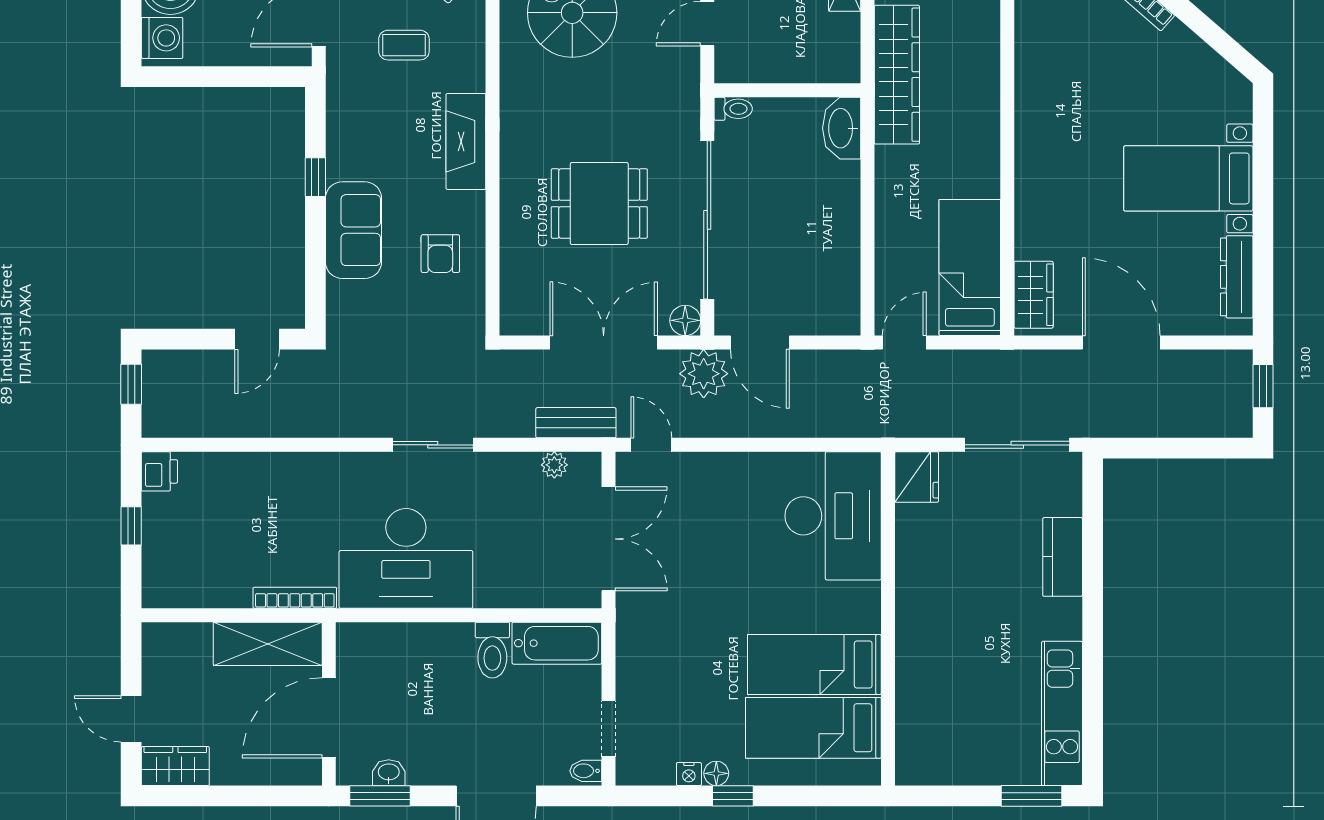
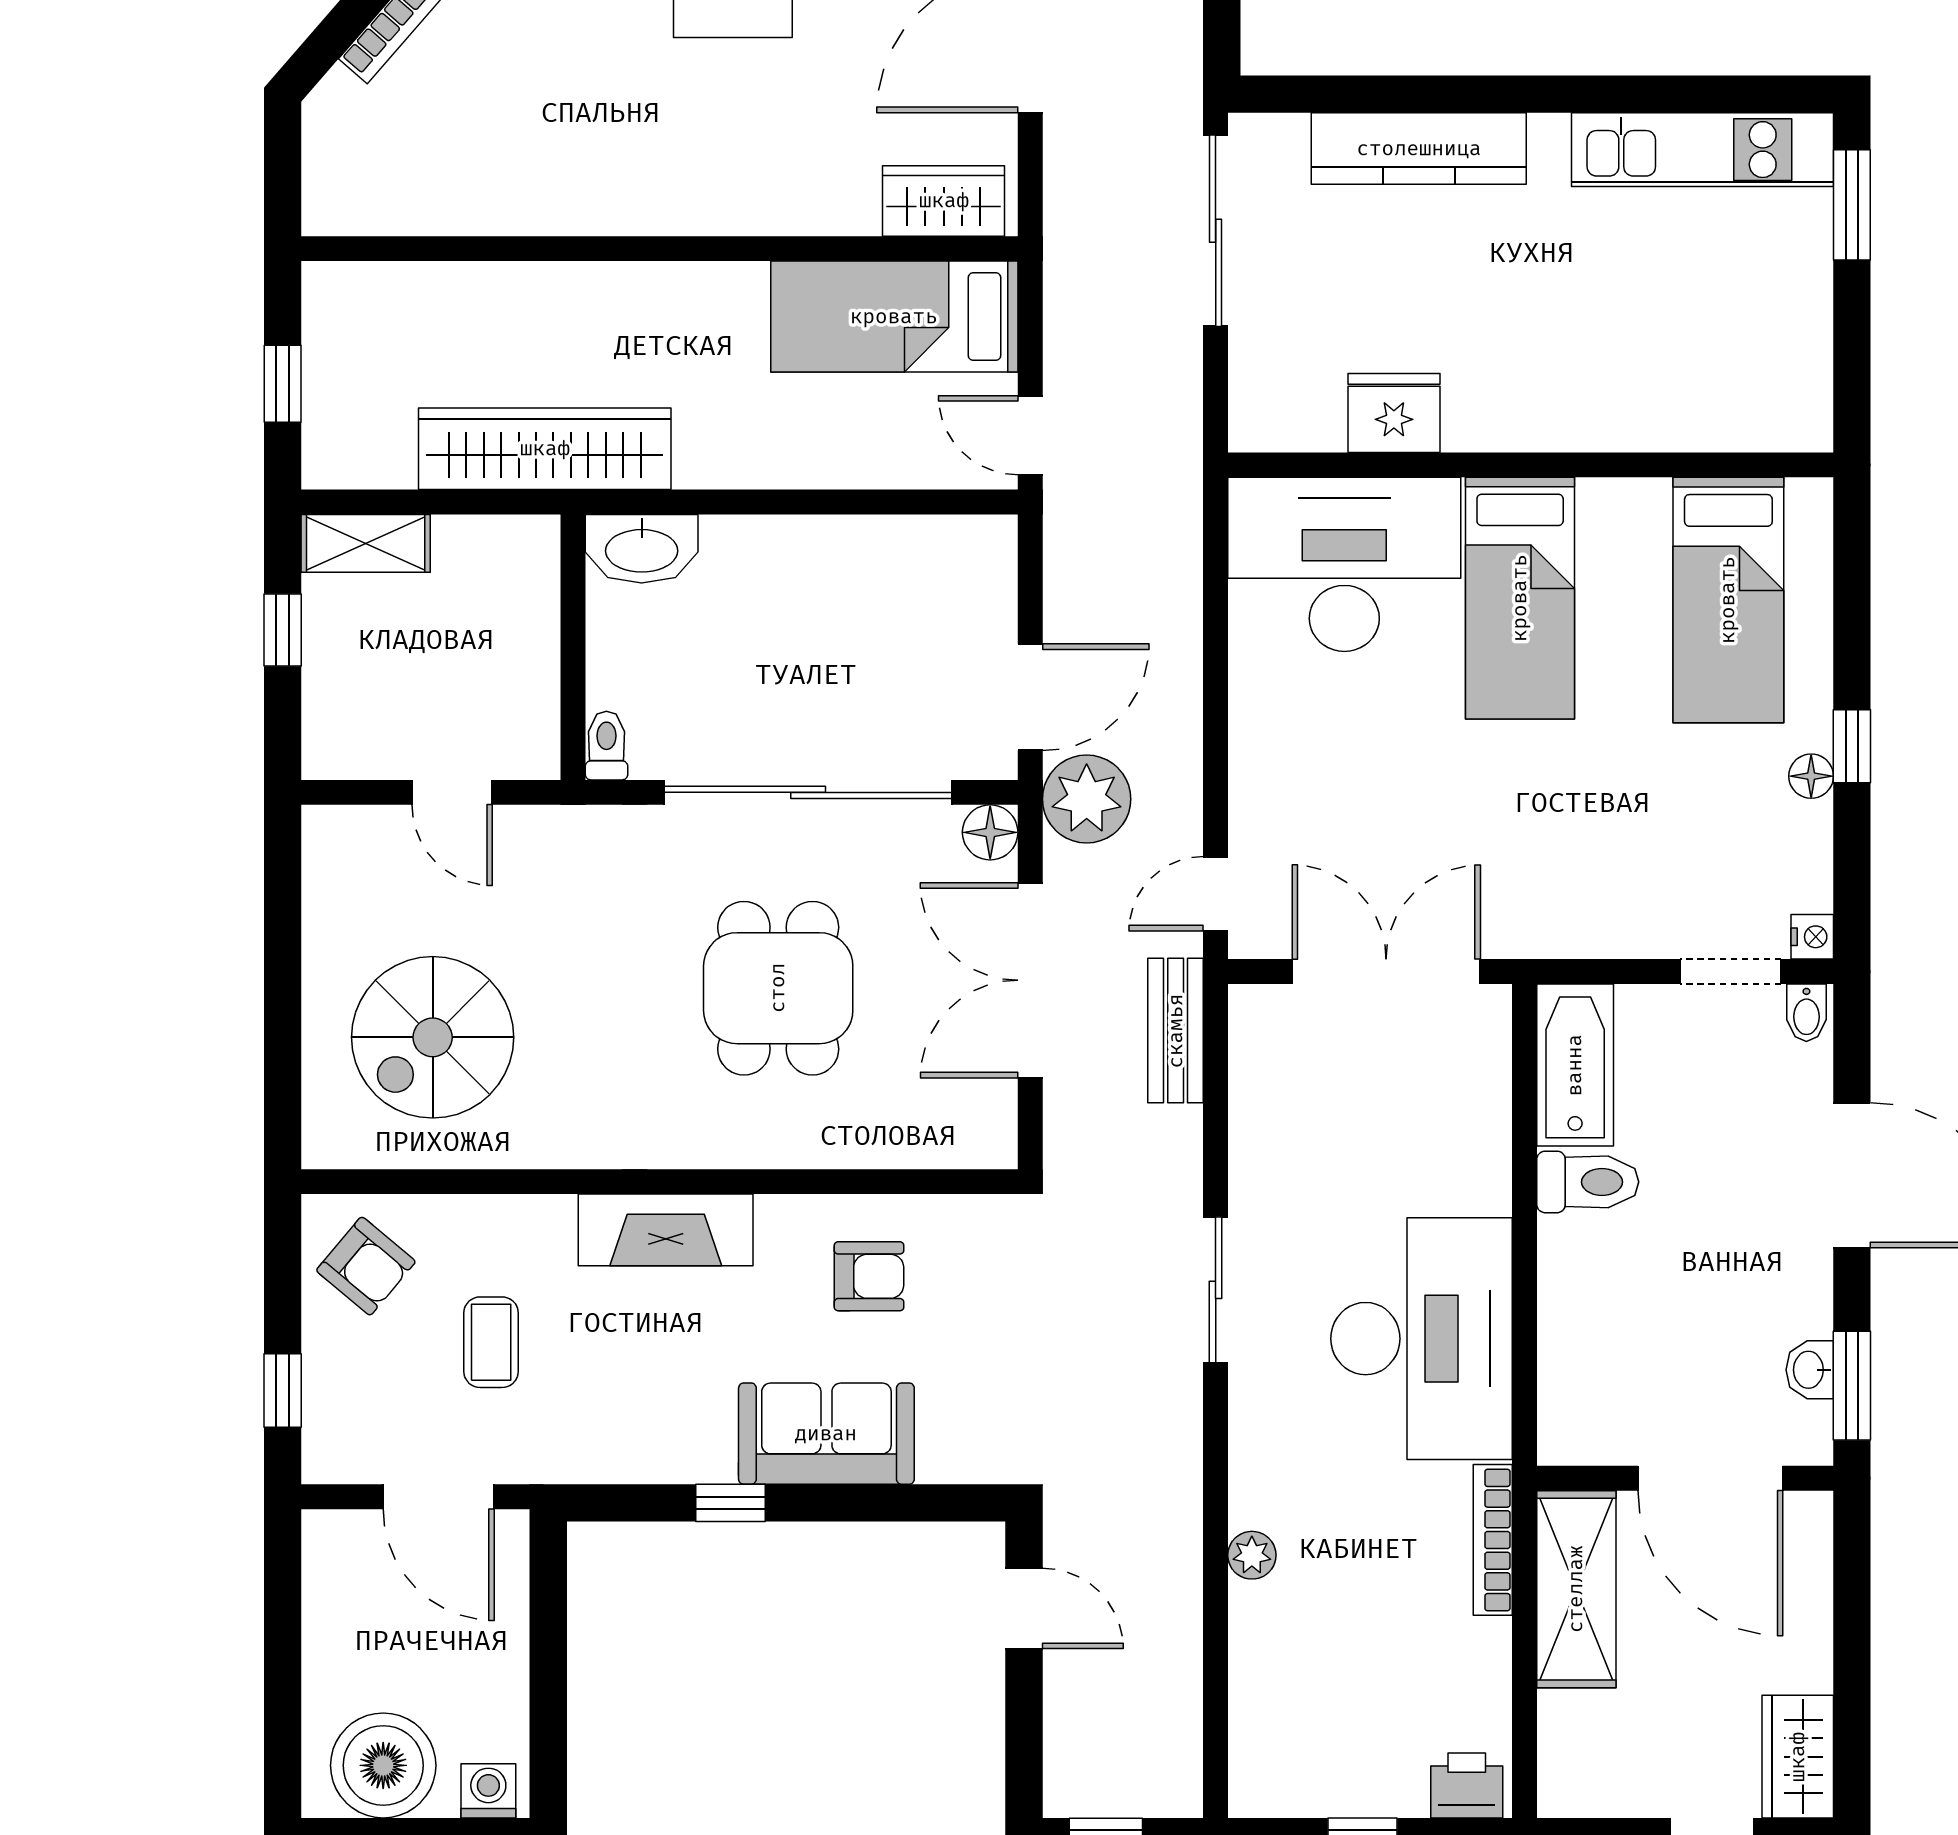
washing machine: (162, 38) -> (488, 1791), width x0.73, depth x0.73
plant: (554, 465) -> (1252, 1555), moved
printer: (159, 471) -> (1467, 1785), moved
fridge: (917, 477) -> (1394, 413), moved
kitchen counter: (1063, 557) -> (1419, 149), width x1.50
bed: (814, 665) -> (1520, 598), moved
nightstand: (689, 774) -> (1812, 937), moved

